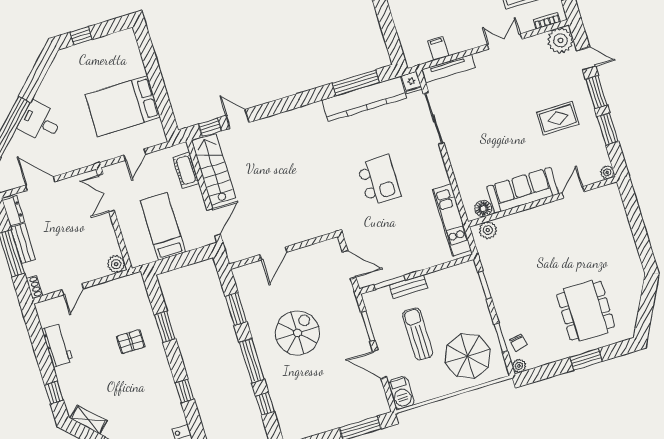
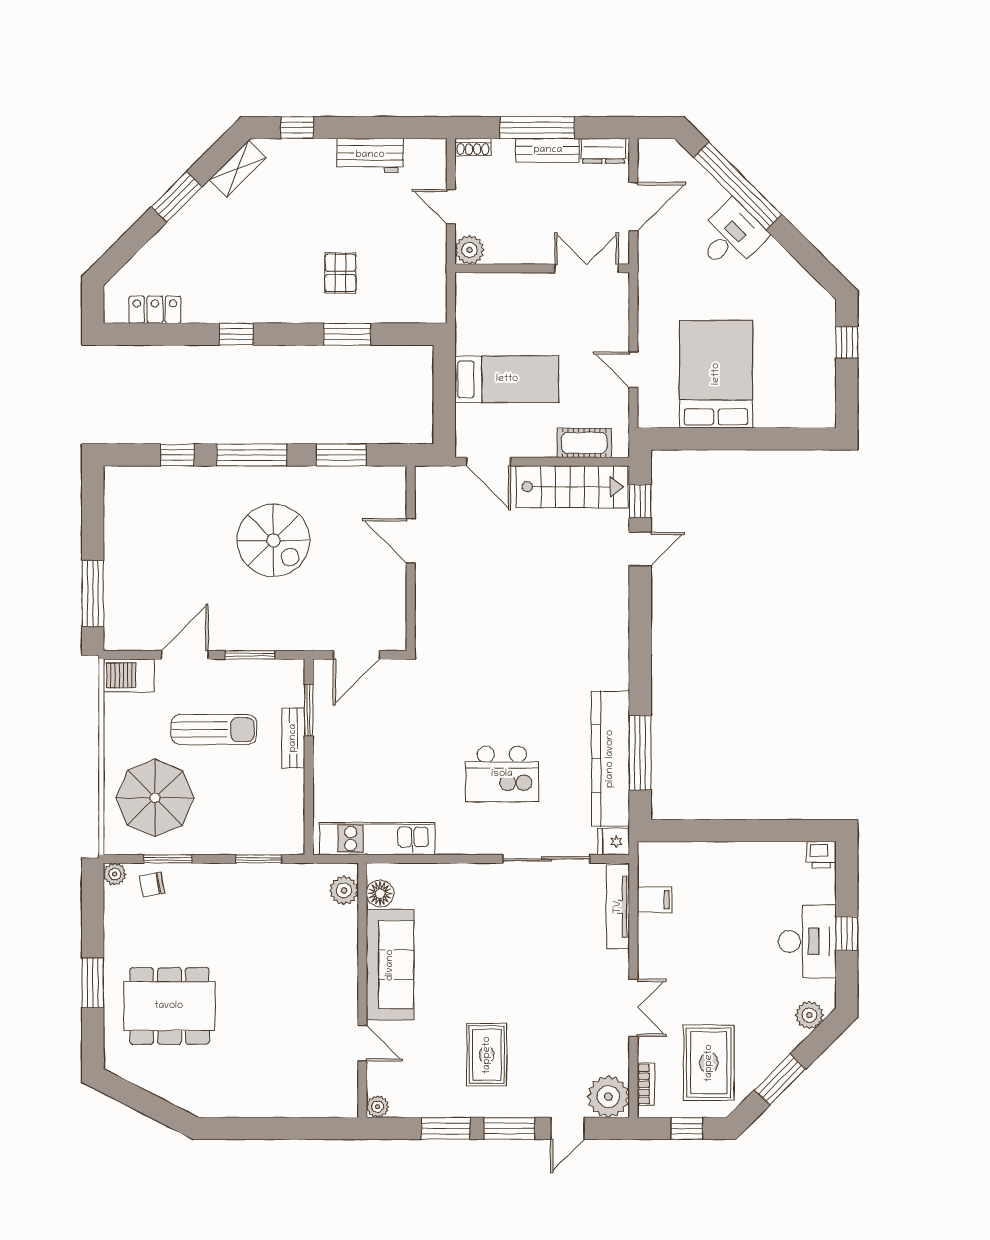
kitchen island: (379, 180) -> (502, 774), moved
double door: (106, 193) -> (587, 268), moved
wall: (114, 219) -> (542, 268), moved
plant: (116, 264) -> (470, 250), moved

